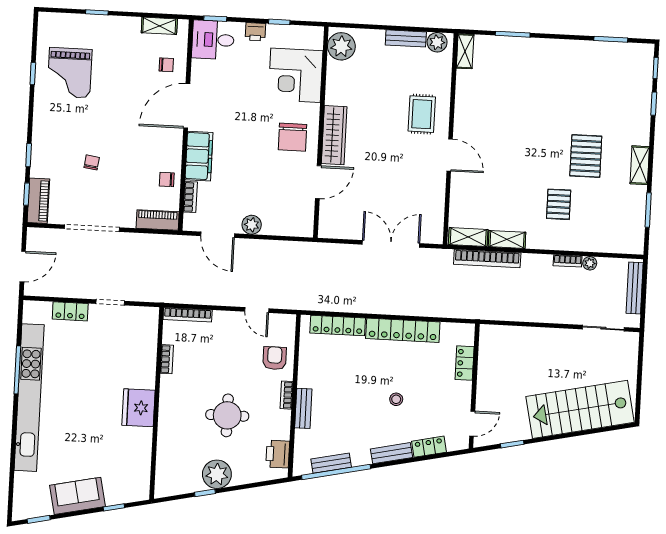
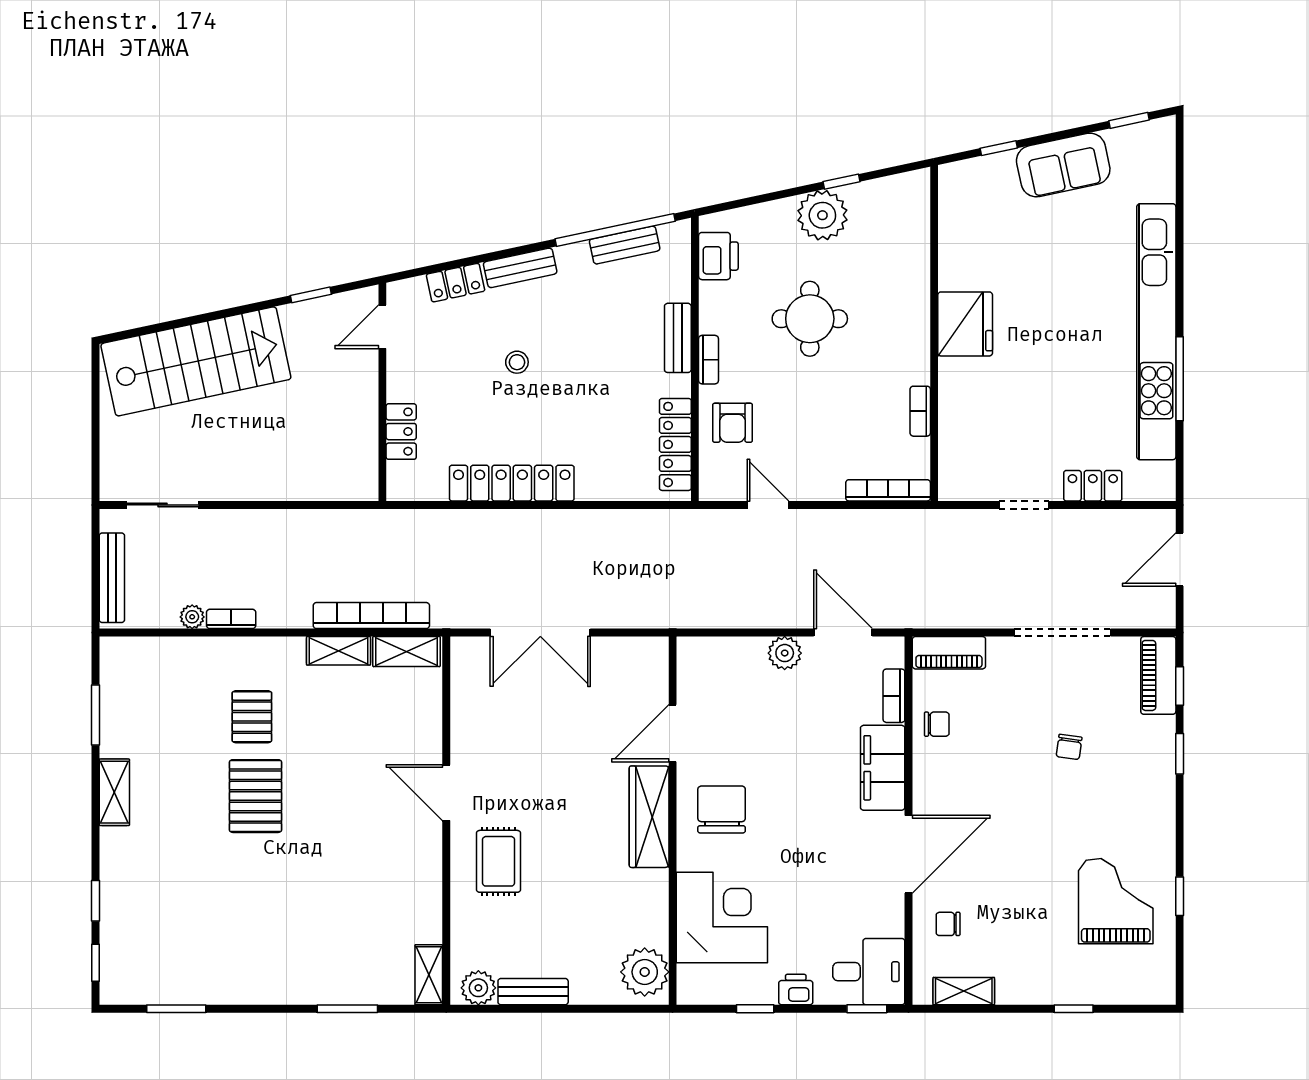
pallet: (586, 156) -> (256, 796), moved
locker: (338, 325) -> (675, 444), moved, turned -90

